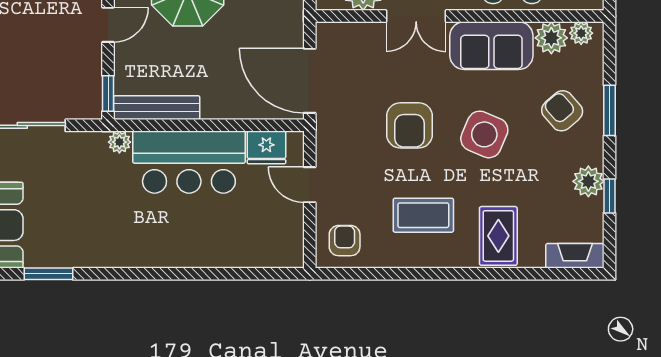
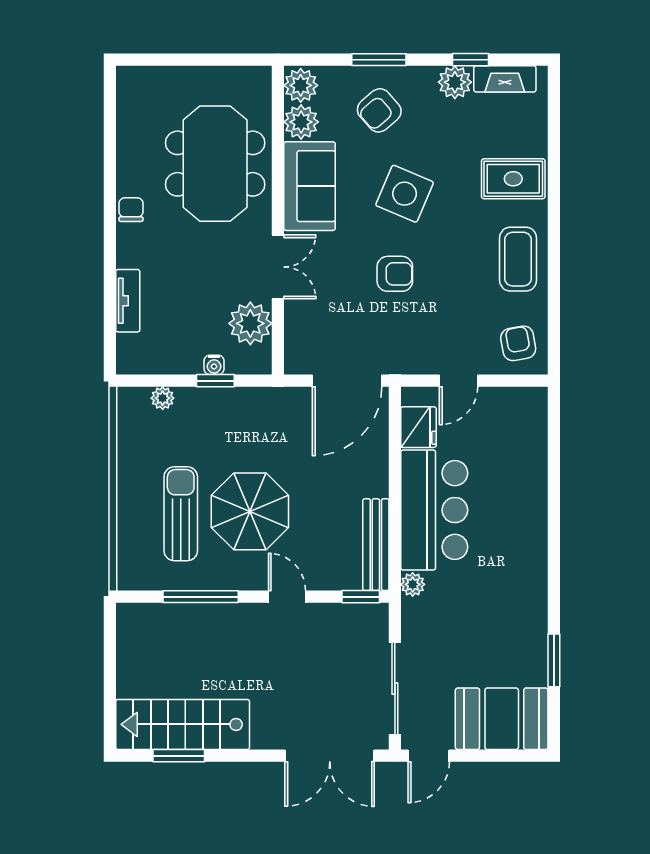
plant: (581, 33) -> (301, 85), width x1.38, depth x1.38
armchair: (410, 125) -> (395, 274), width x0.72, depth x0.72
coffee table: (423, 215) -> (518, 259), moved
armchair: (345, 241) -> (518, 343), turned 80
fireplace: (575, 256) -> (505, 79), moved, turned -90

